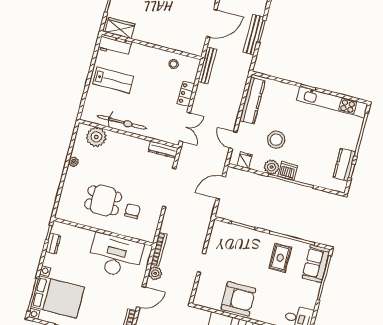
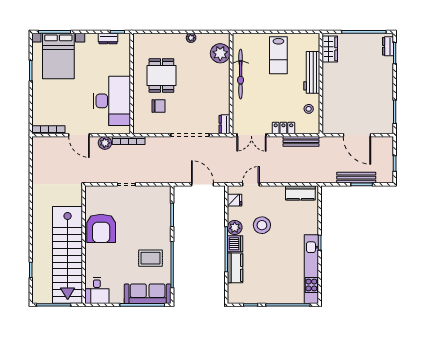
workbench: (115, 45) -> (312, 72), moved, width x1.38
bench: (207, 65) -> (301, 141), moved
kitchen counter: (252, 101) -> (300, 193), width x0.67
dresser: (163, 150) -> (225, 124), width x0.70
kitchen counter: (344, 165) -> (235, 268), moved, turned 90
sofa: (316, 264) -> (148, 294), width x1.36

